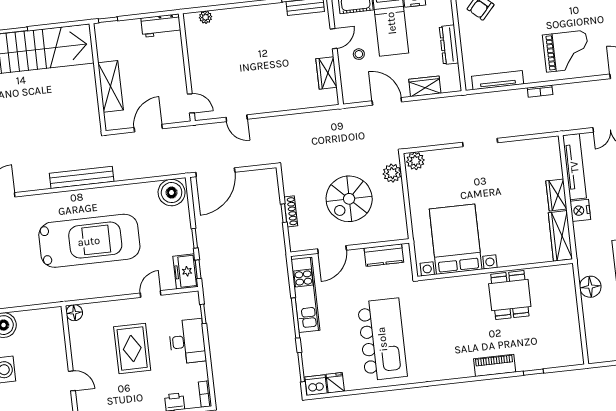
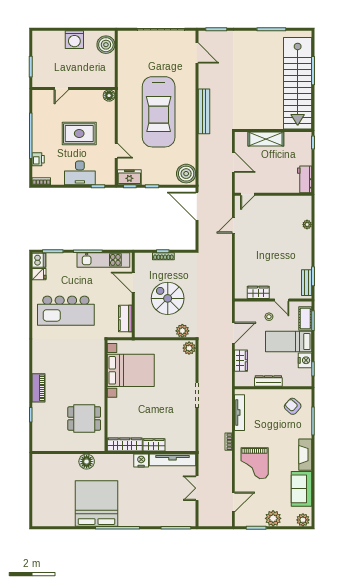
plant: (205, 17) -> (307, 225), moved
dining table: (510, 295) -> (84, 419), moved

